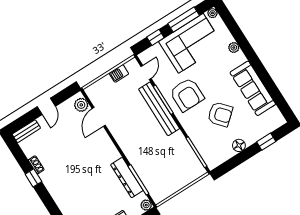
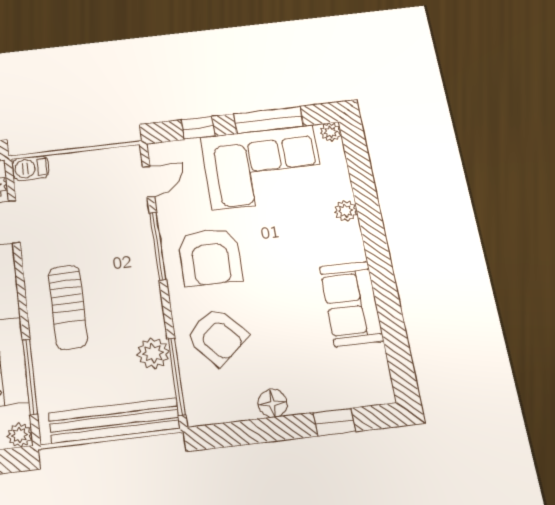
barbecue: (119, 73) -> (31, 168), moved
sofa: (253, 88) -> (351, 304), width x0.73
bench: (159, 109) -> (114, 421), moved, turned 90
armchair: (220, 114) -> (217, 336), moved
sun lounger: (139, 144) -> (68, 307), added
plant: (183, 147) -> (153, 353), added

